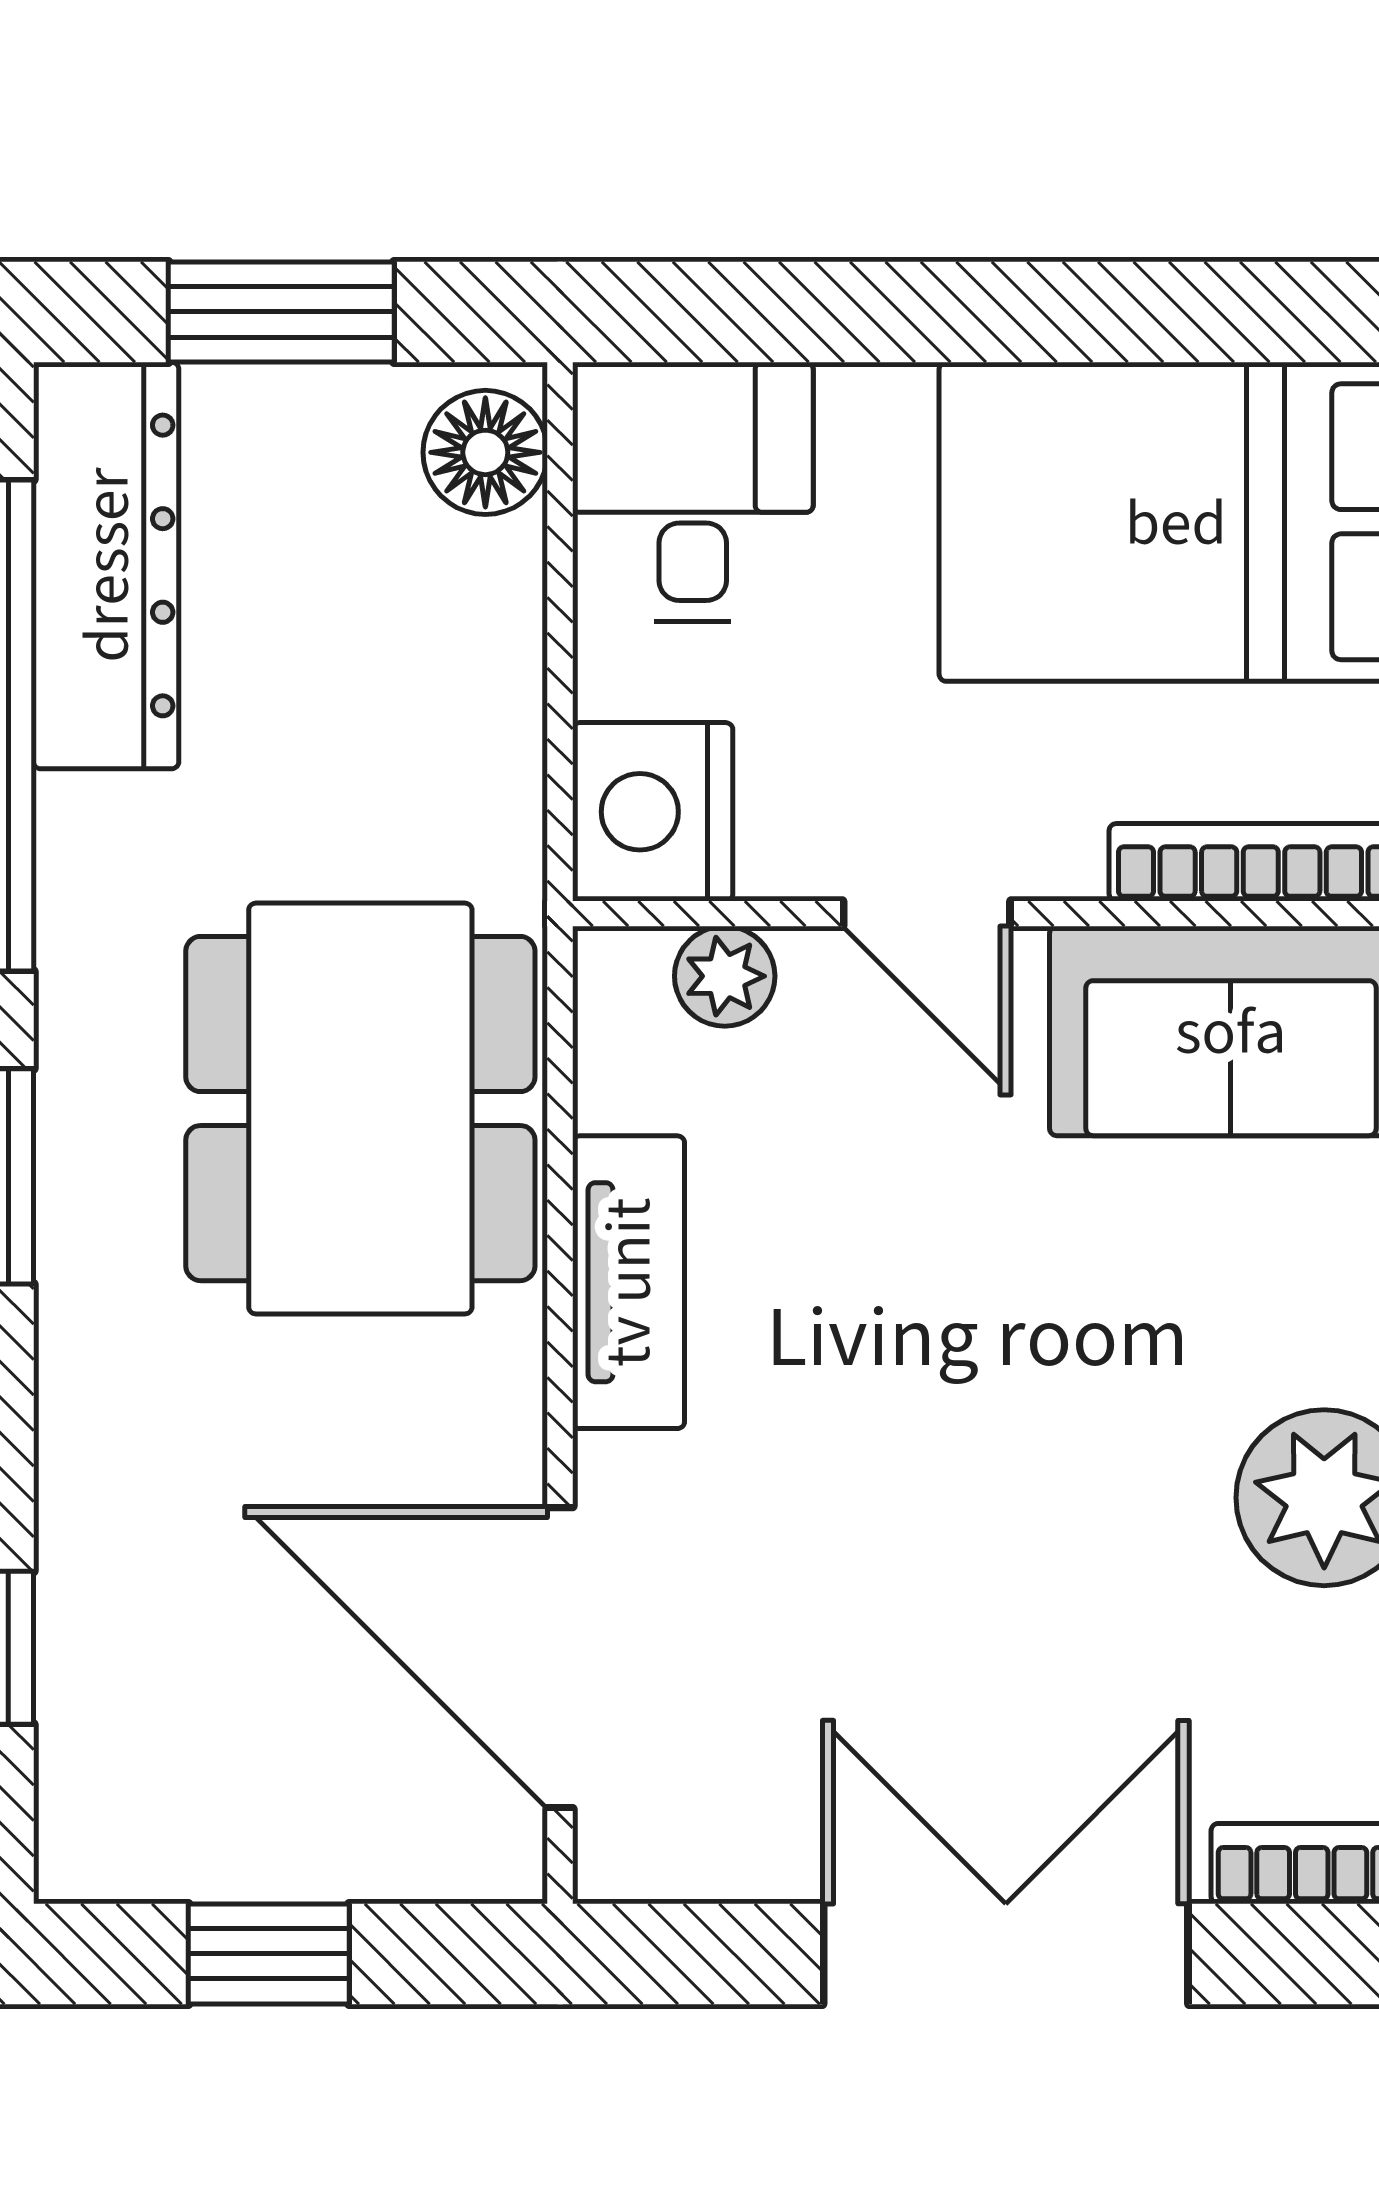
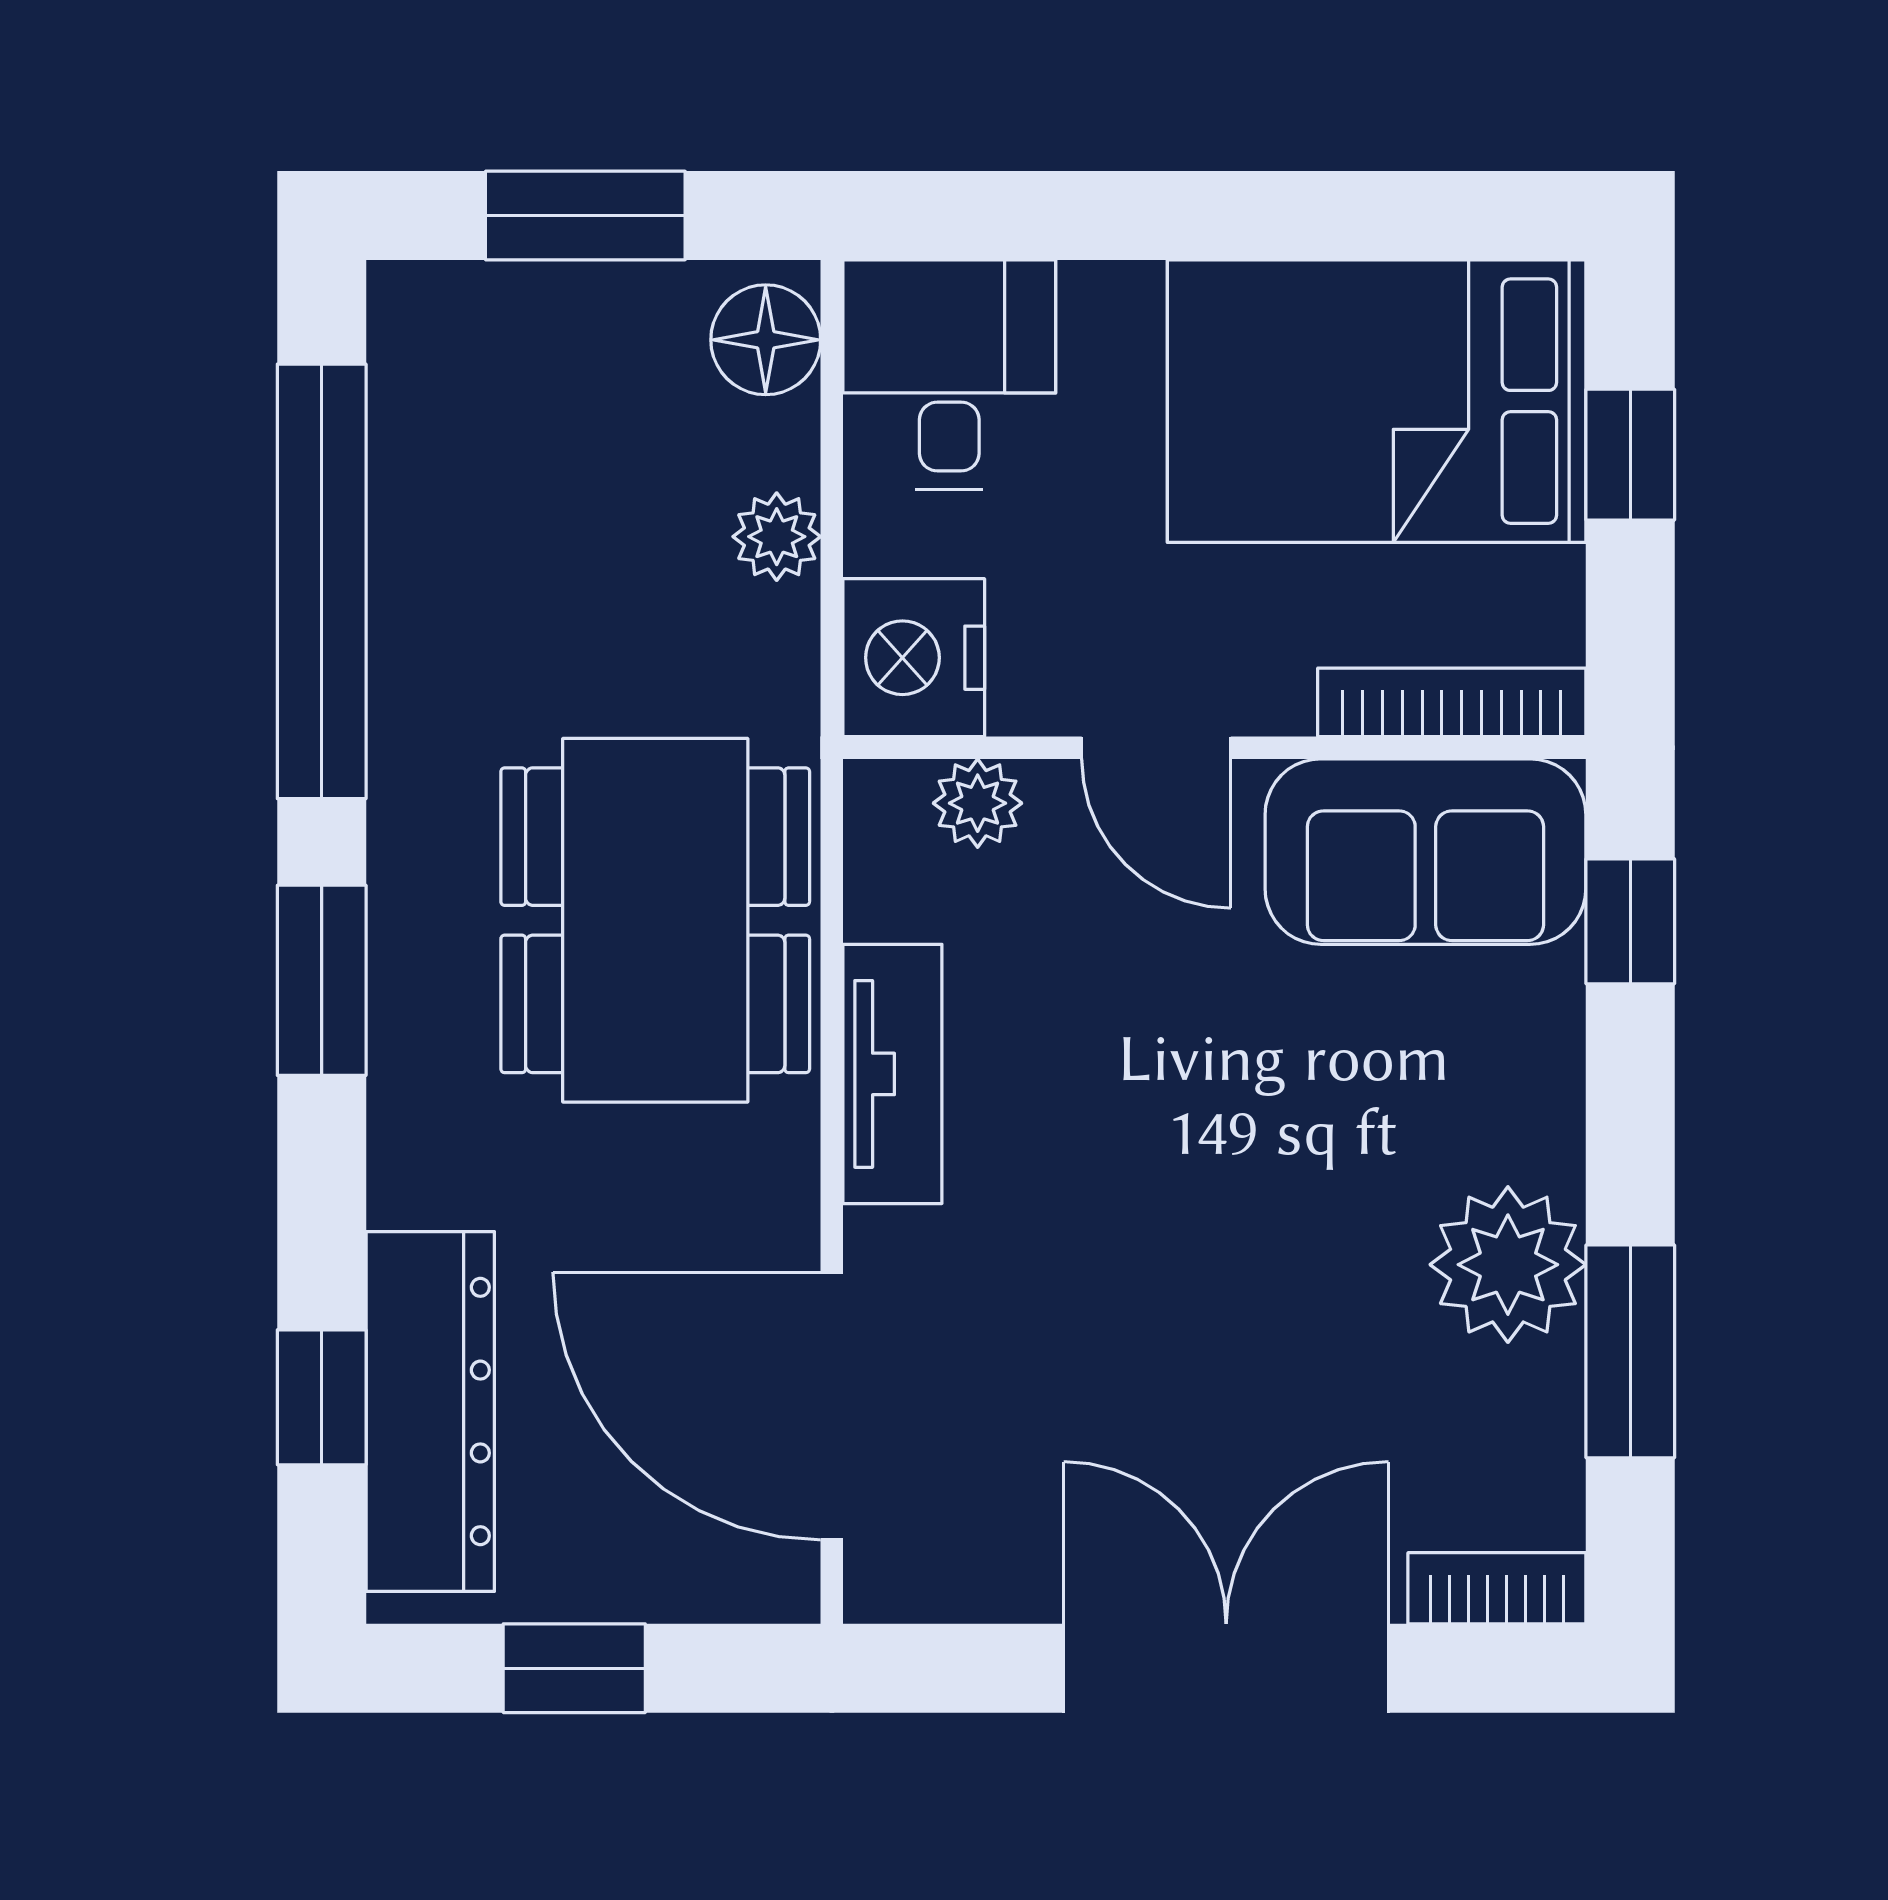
dresser: (106, 565) -> (430, 1412), moved
plant: (498, 675) -> (777, 537), added

